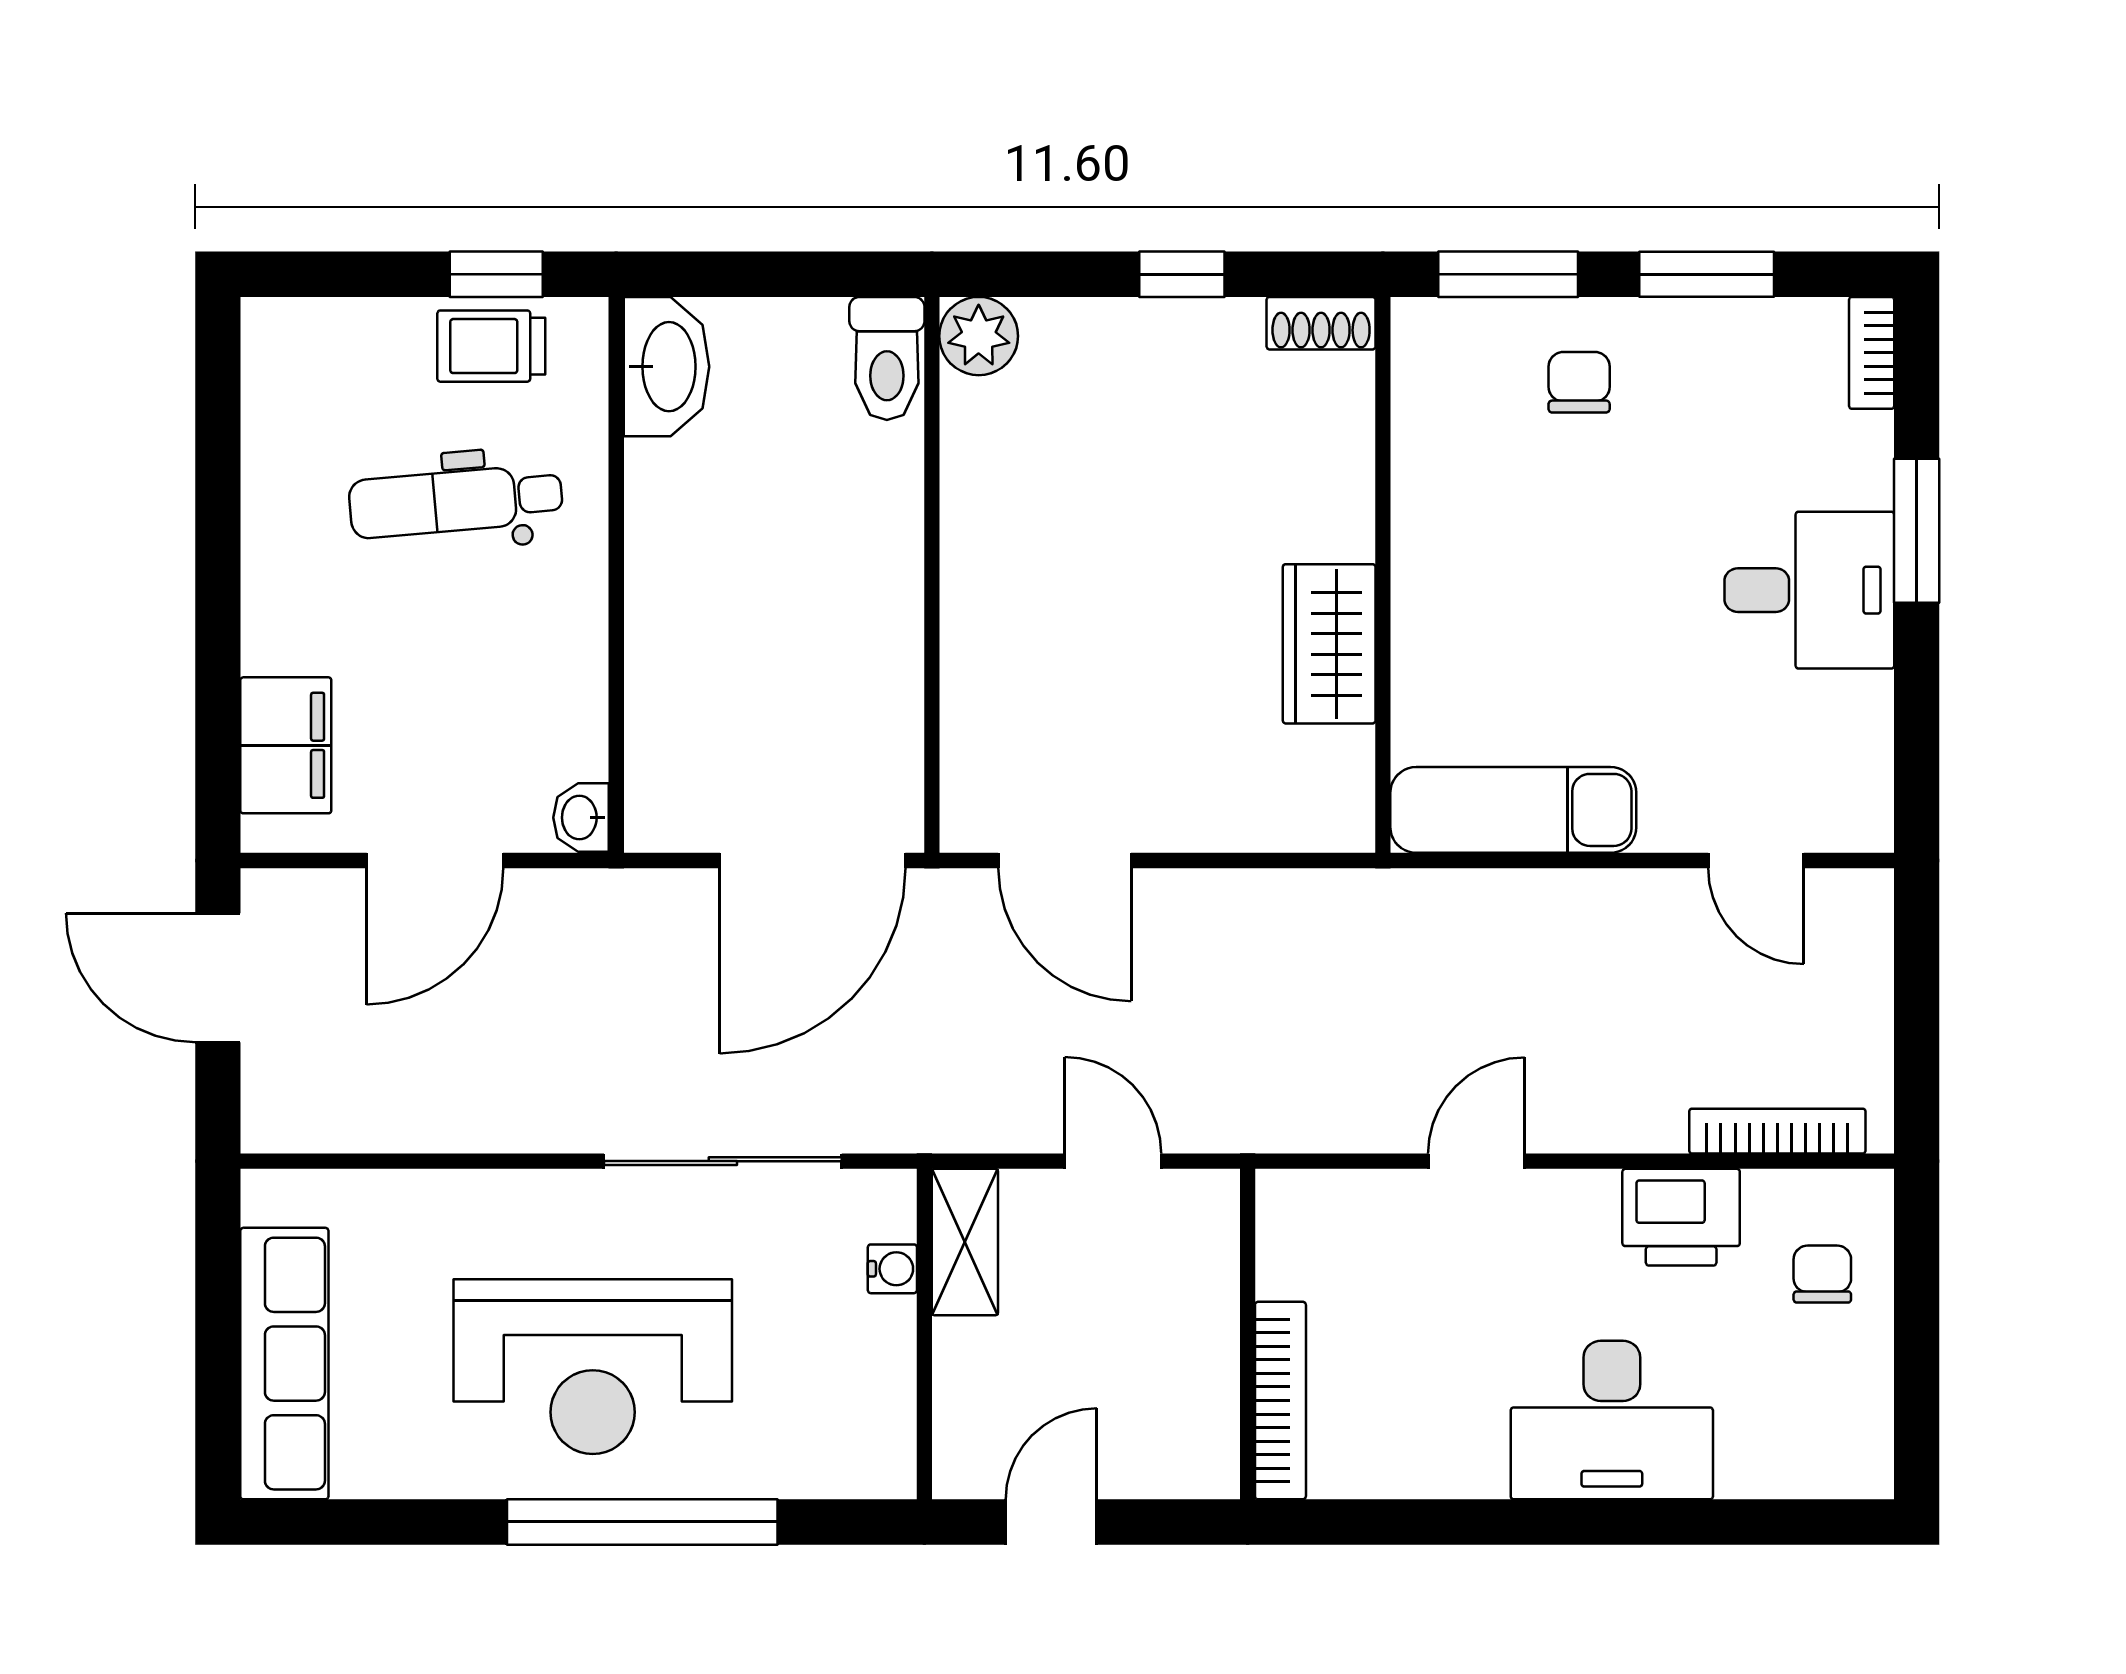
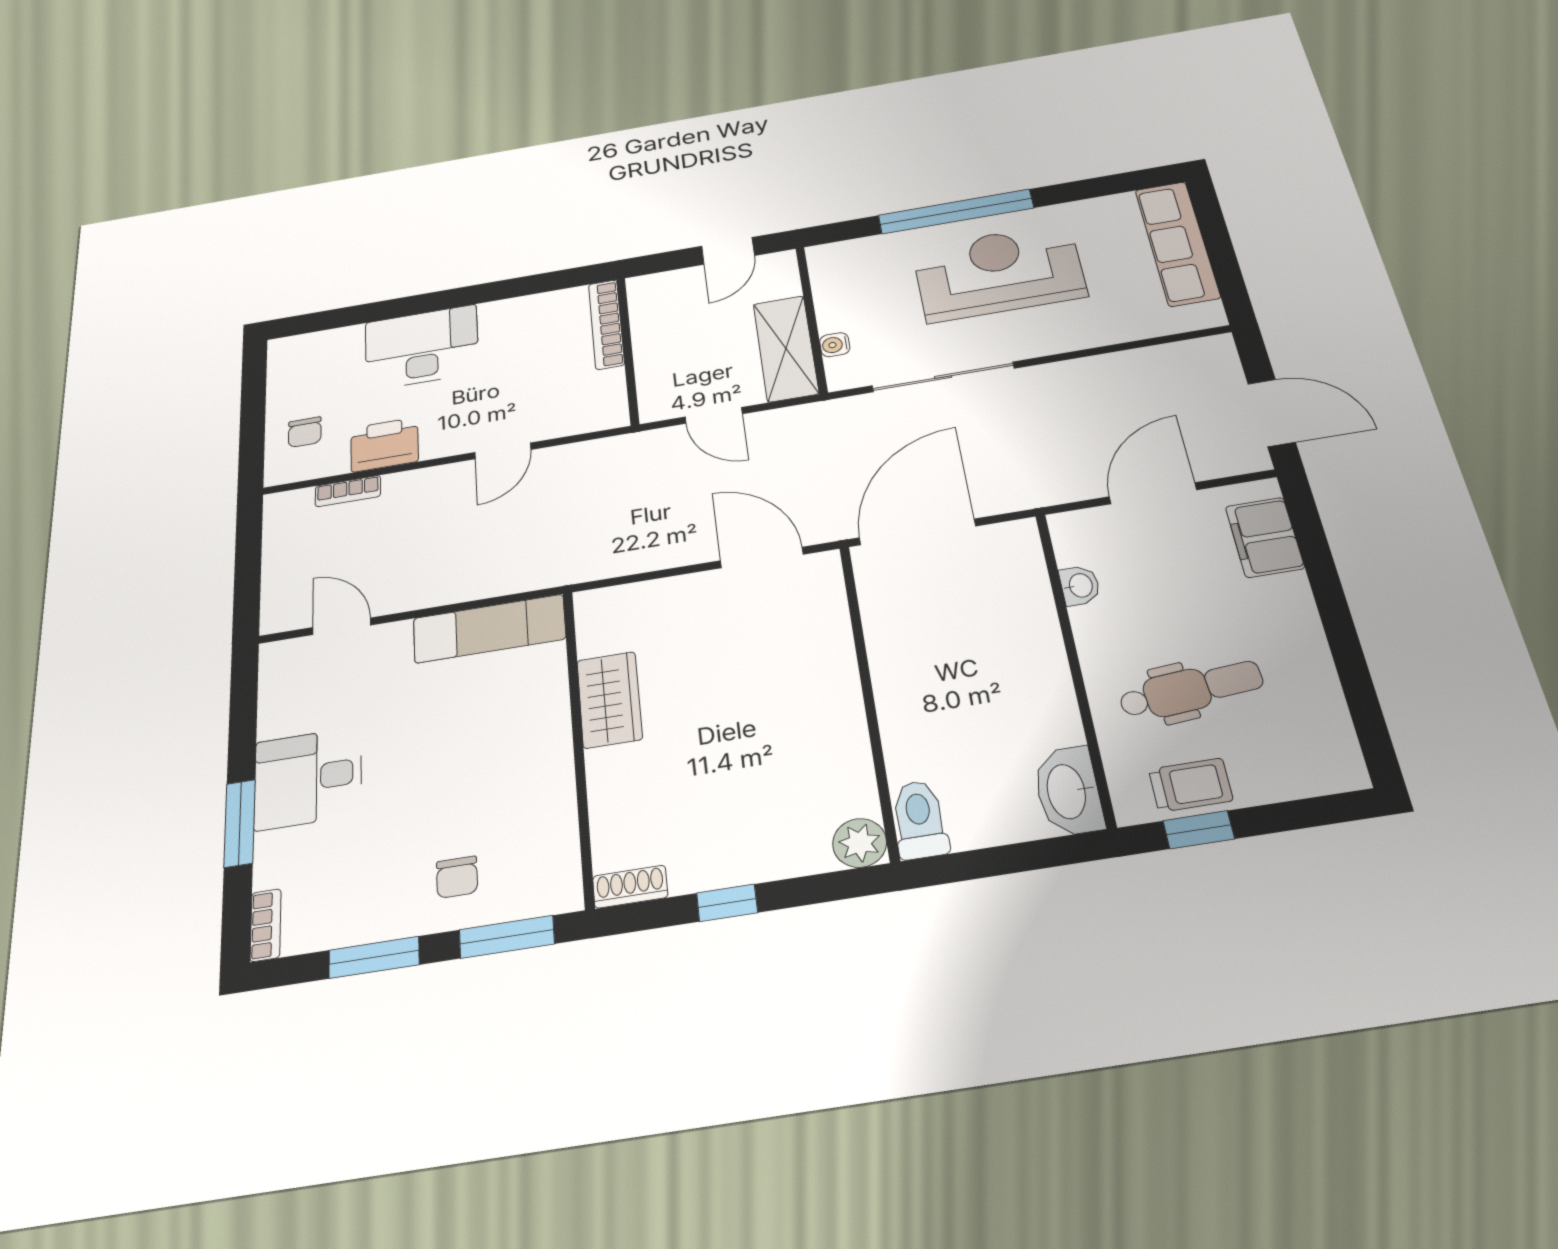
washbasin: (581, 818) -> (1080, 586), moved
bookcase: (1777, 1131) -> (348, 491), width x0.64
shelving: (965, 1242) -> (786, 348), width x1.50, depth x1.33

